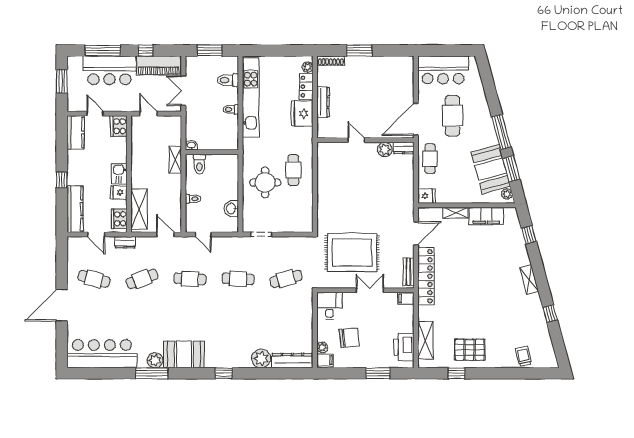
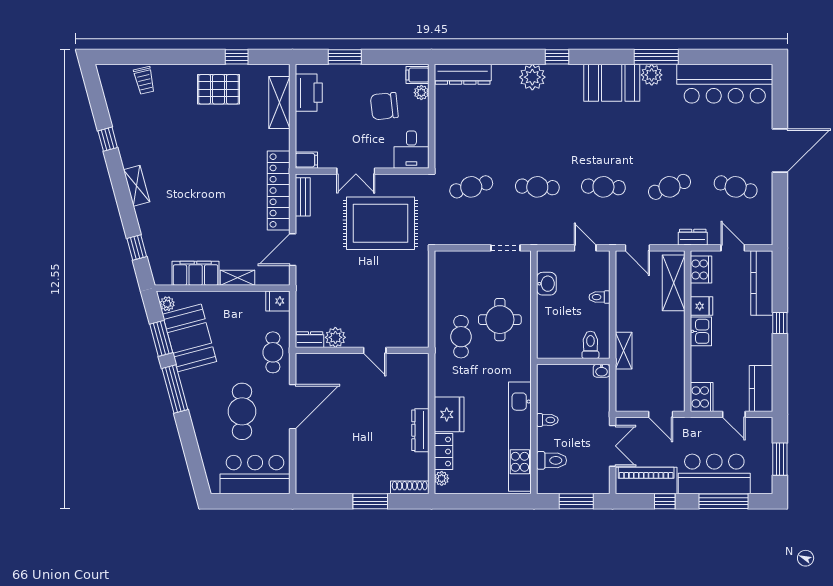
door: (356, 140) -> (375, 350), moved
wall: (365, 140) -> (362, 350), moved
dresser: (403, 148) -> (310, 340), moved
plant: (385, 150) -> (335, 337), moved
plant: (261, 359) -> (532, 77), moved

